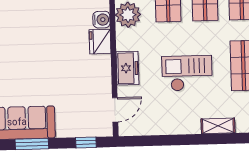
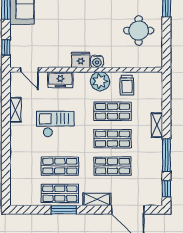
checkout: (187, 73) -> (55, 124), turned -90
shelving: (218, 126) -> (15, 110), moved

